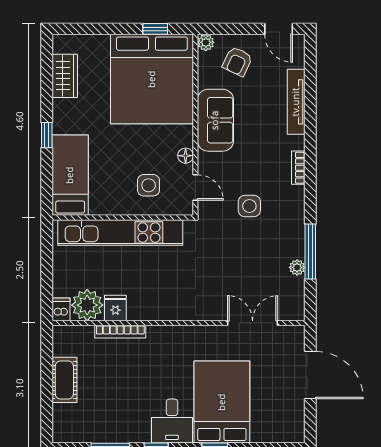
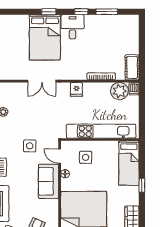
sofa: (215, 120) -> (48, 181), moved
fridge: (115, 308) -> (76, 89), moved
double door: (253, 323) -> (42, 81), moved
cot: (64, 380) -> (132, 67), moved

